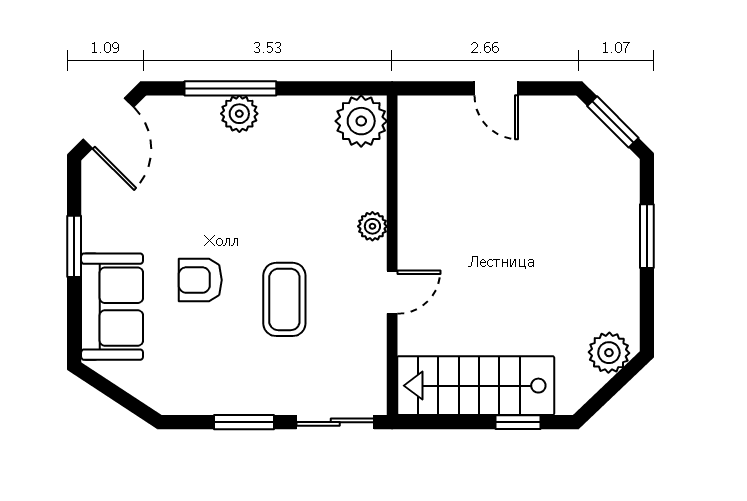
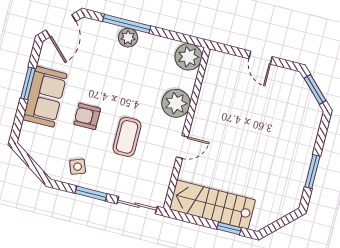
plant: (372, 226) -> (176, 103), width x1.87, depth x1.87
window: (647, 236) -> (312, 171), moved
sofa: (112, 307) -> (45, 97), moved
plant: (609, 353) -> (284, 205), removed
side table: (206, 378) -> (78, 167), added

